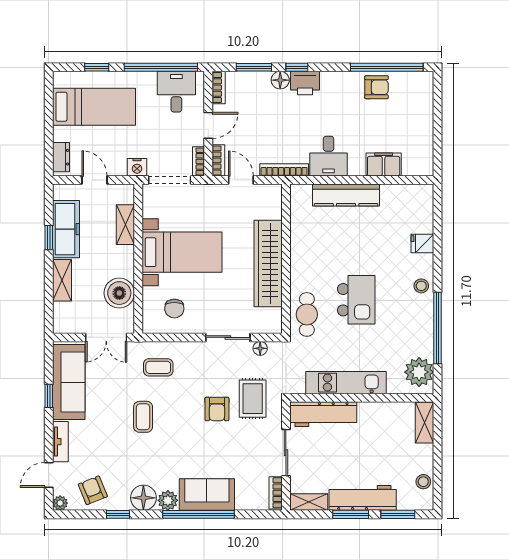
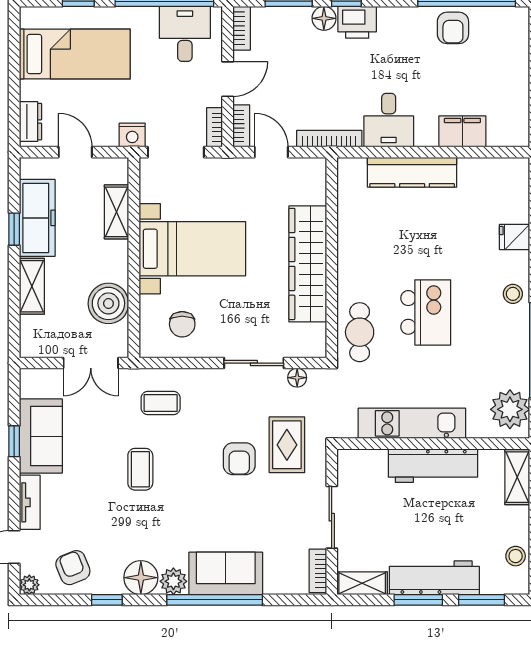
armchair: (377, 87) -> (453, 28), turned 90
sofa: (69, 382) -> (41, 436), width x0.73
workbench: (323, 414) -> (433, 466), moved

